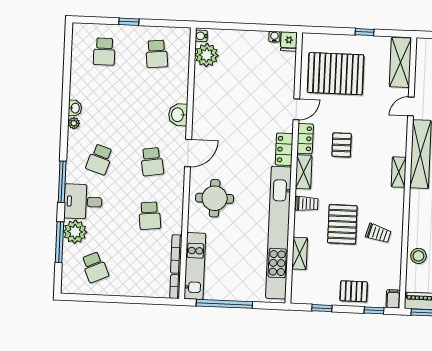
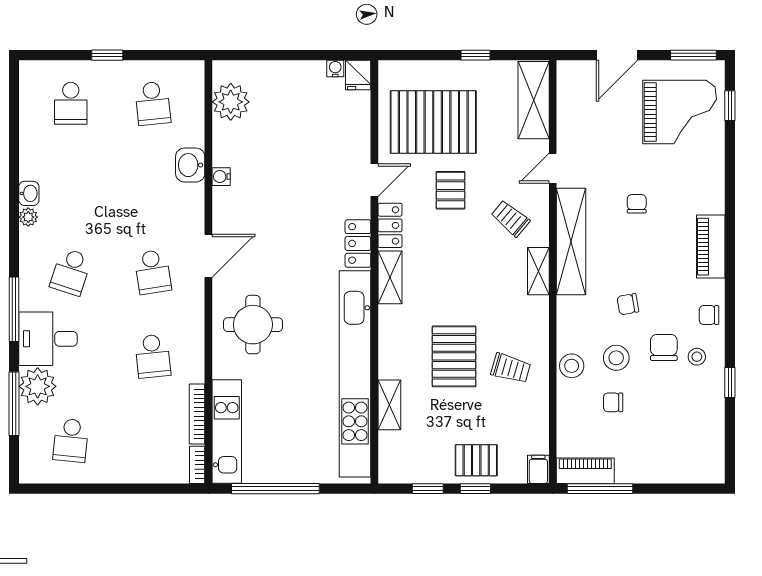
water cooler: (201, 36) -> (221, 177), moved
washbasin: (178, 115) -> (190, 165), moved
pallet: (342, 145) -> (450, 190), moved
trolley: (307, 204) -> (510, 218), moved, turned -140
stool: (418, 256) -> (572, 366), moved
school desk: (95, 267) -> (71, 440), turned 30
window: (374, 310) -> (475, 489), moved

